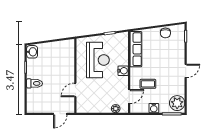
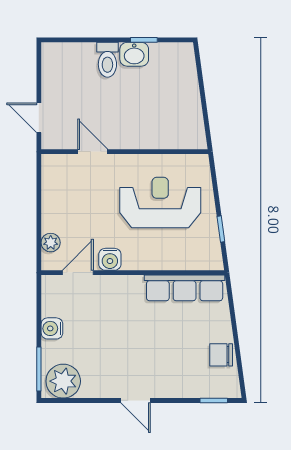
washbasin: (32, 52) -> (134, 54), moved
reception desk: (98, 60) -> (160, 203), turned 180
water cooler: (123, 71) -> (110, 259), moved
coffee table: (148, 84) -> (106, 315), removed
door: (129, 97) -> (78, 273), swing flipped

